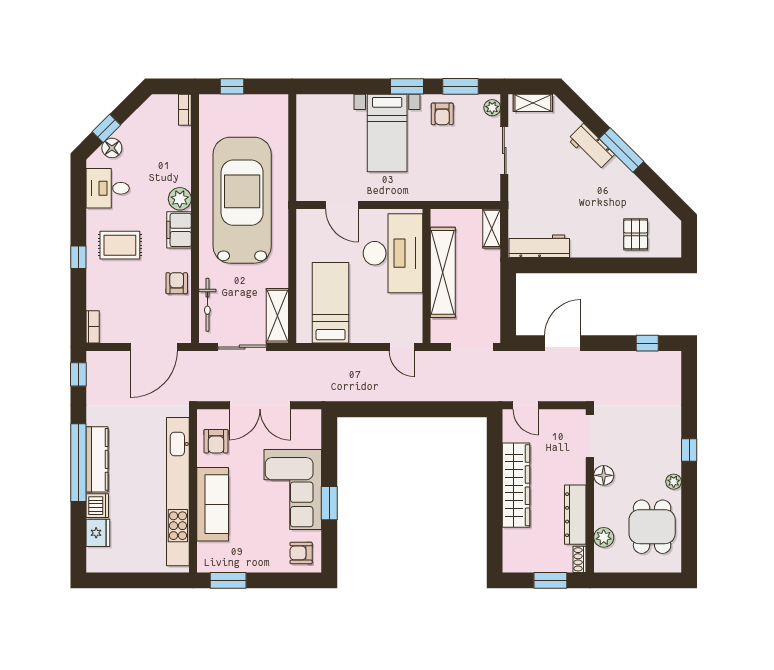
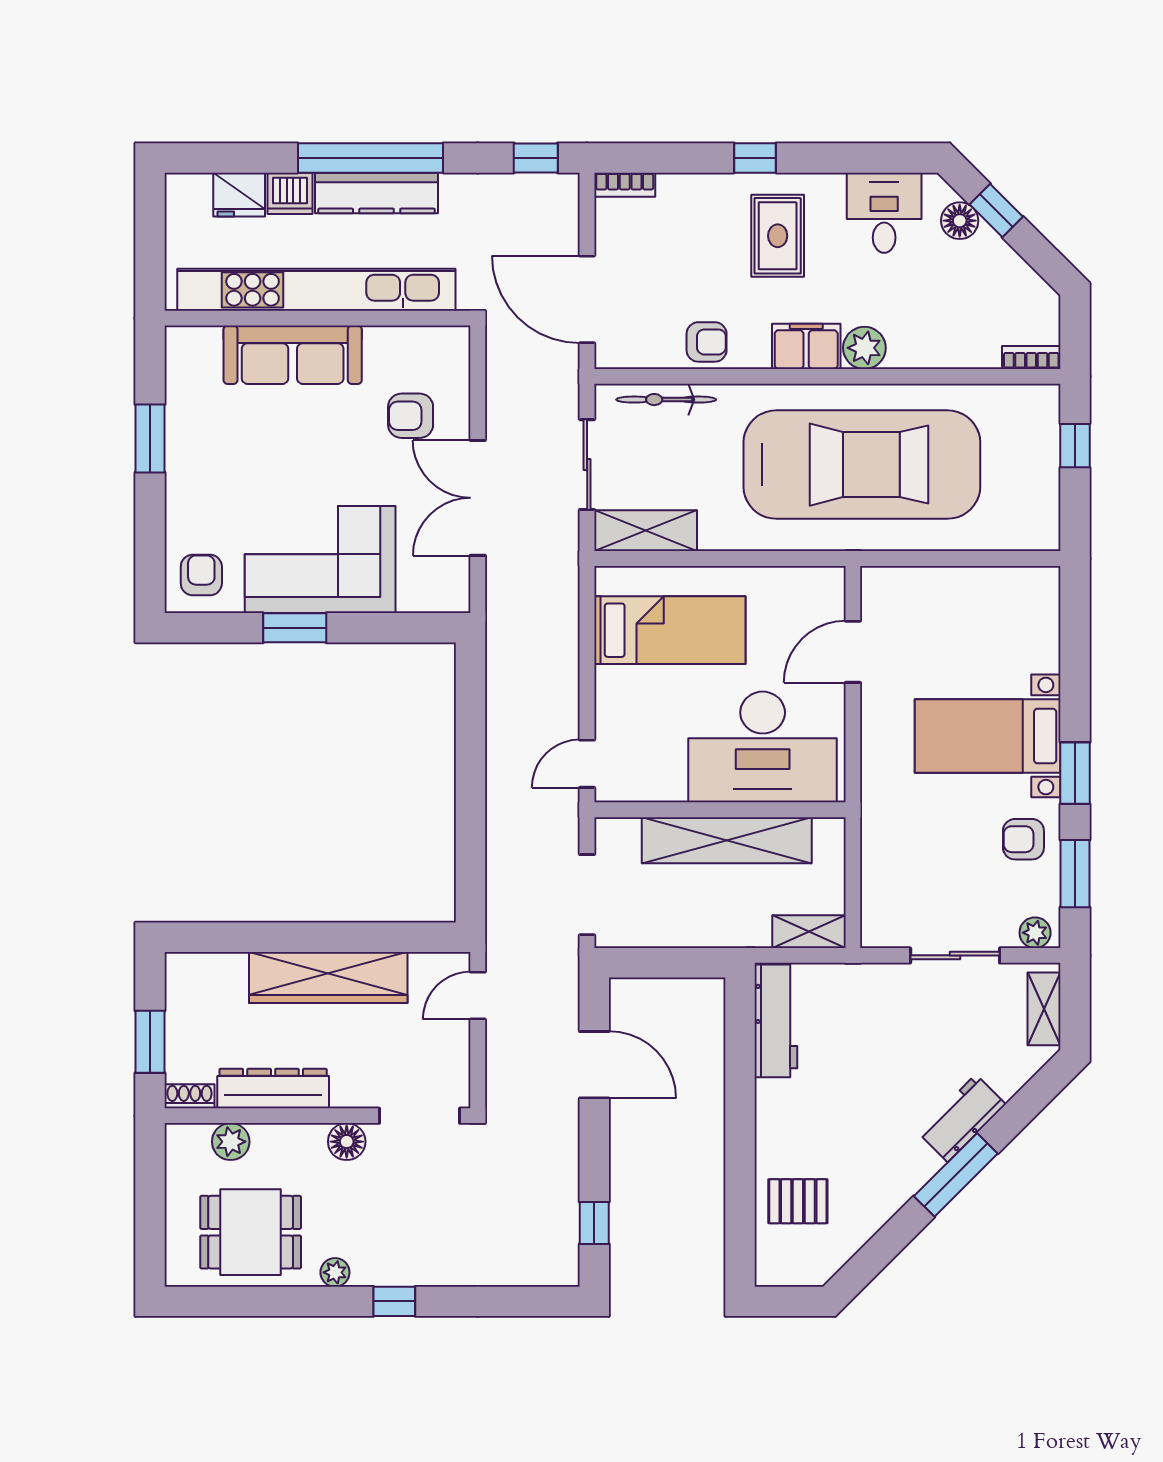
wall: (193, 491) -> (318, 318), moved
kitchen unit: (178, 492) -> (316, 290), moved
sofa: (213, 504) -> (293, 355), moved

